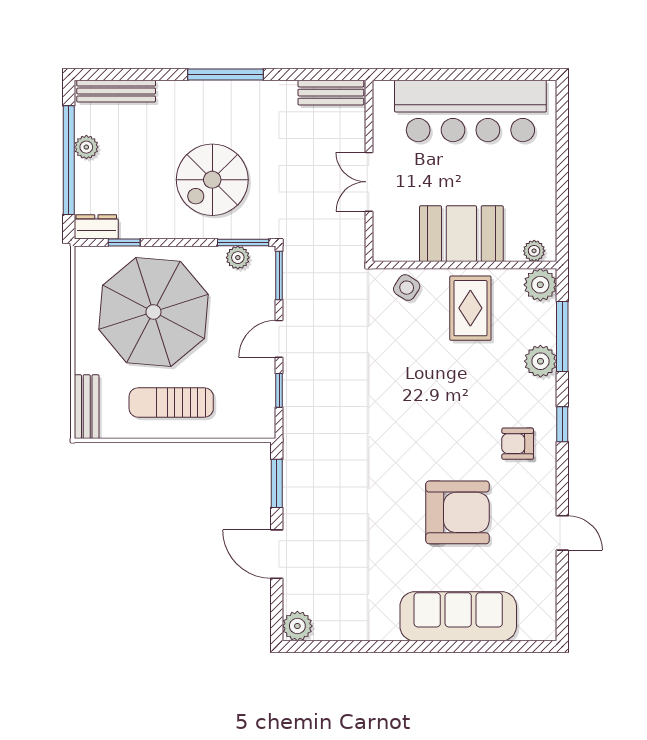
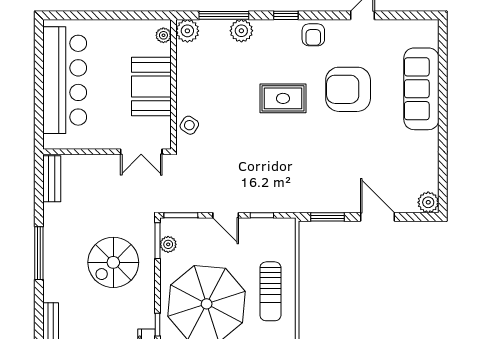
spiral stairs: (212, 180) -> (113, 262), turned 90
double door: (369, 182) -> (141, 152), moved
rug: (470, 308) -> (283, 98), moved
armchair: (518, 444) -> (313, 35), moved
armchair: (458, 512) -> (348, 89), turned -90
door: (277, 554) -> (378, 217), swing flipped

